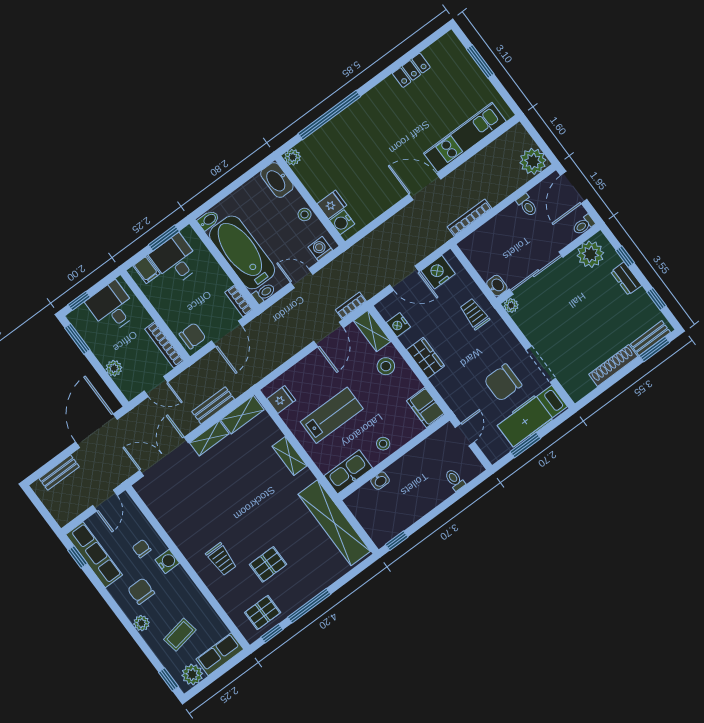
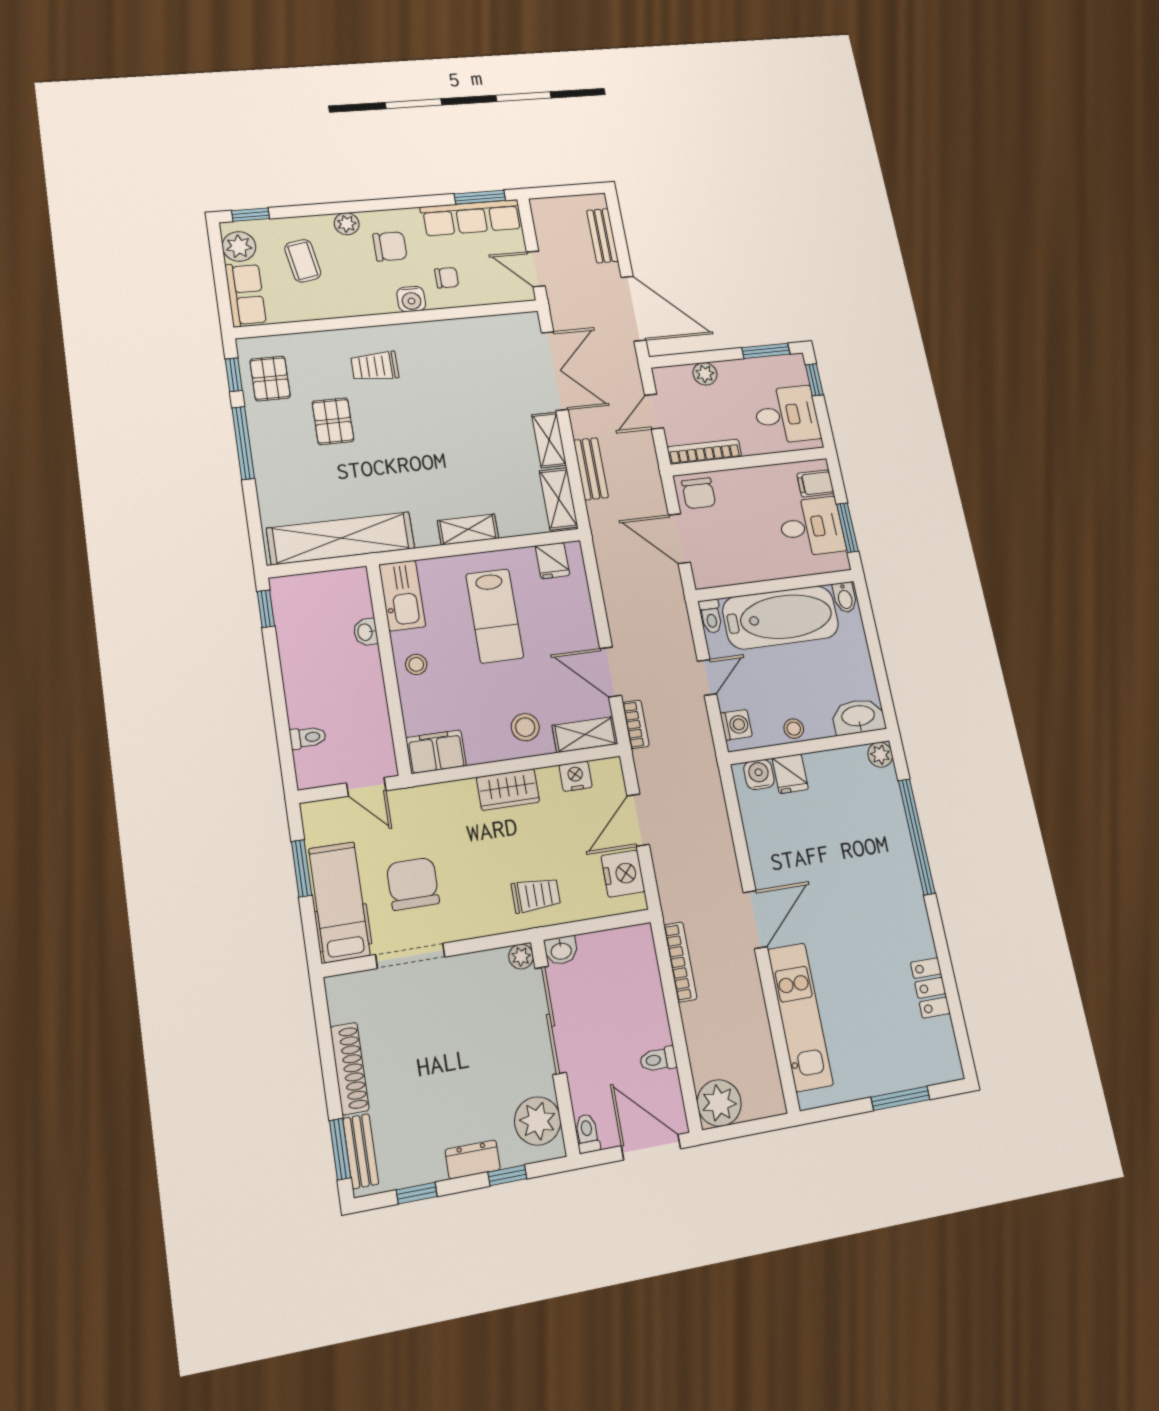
bookcase: (239, 301) -> (716, 578), removed
window: (77, 557) -> (480, 197), width x1.50

